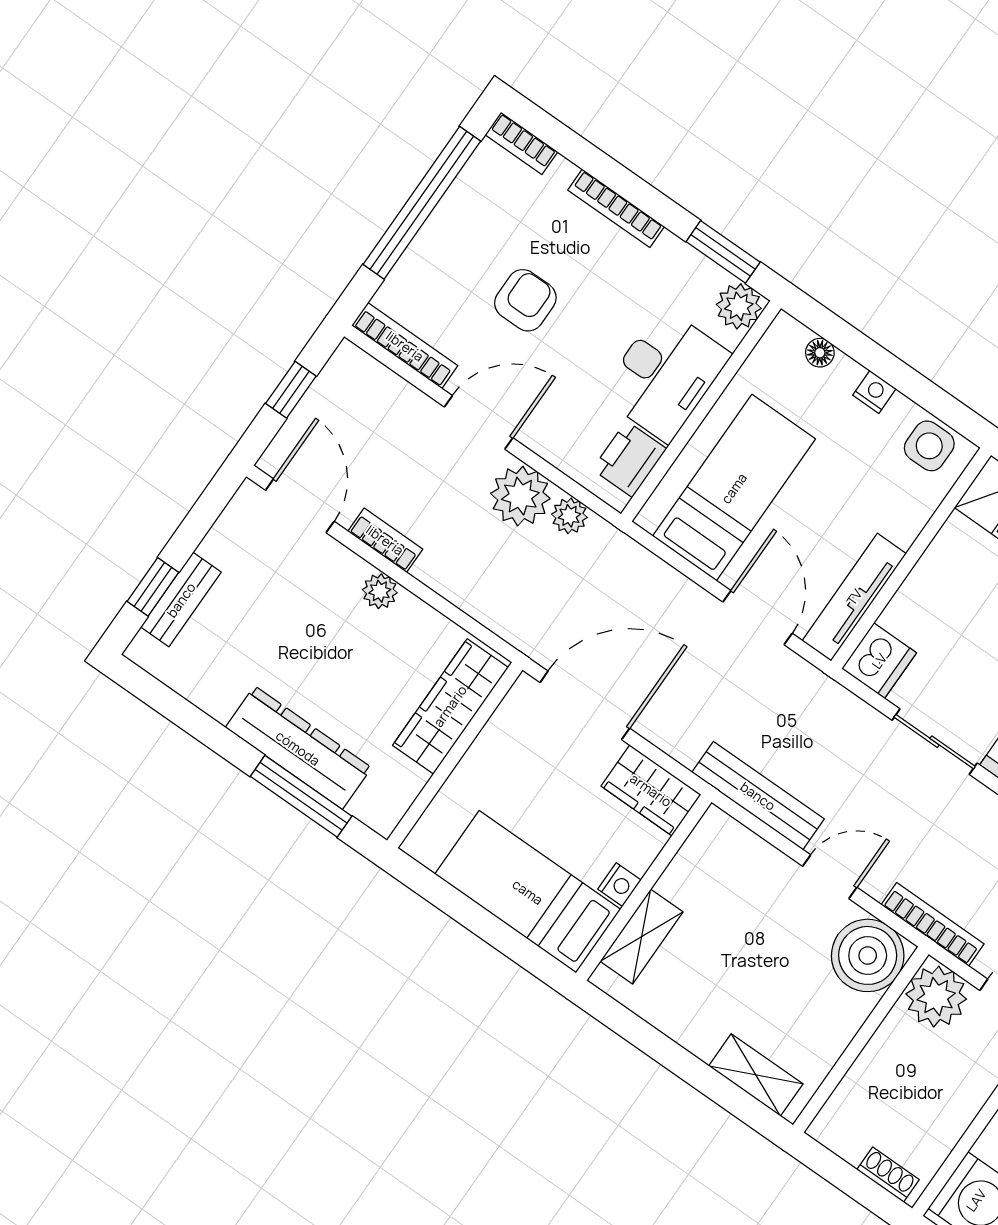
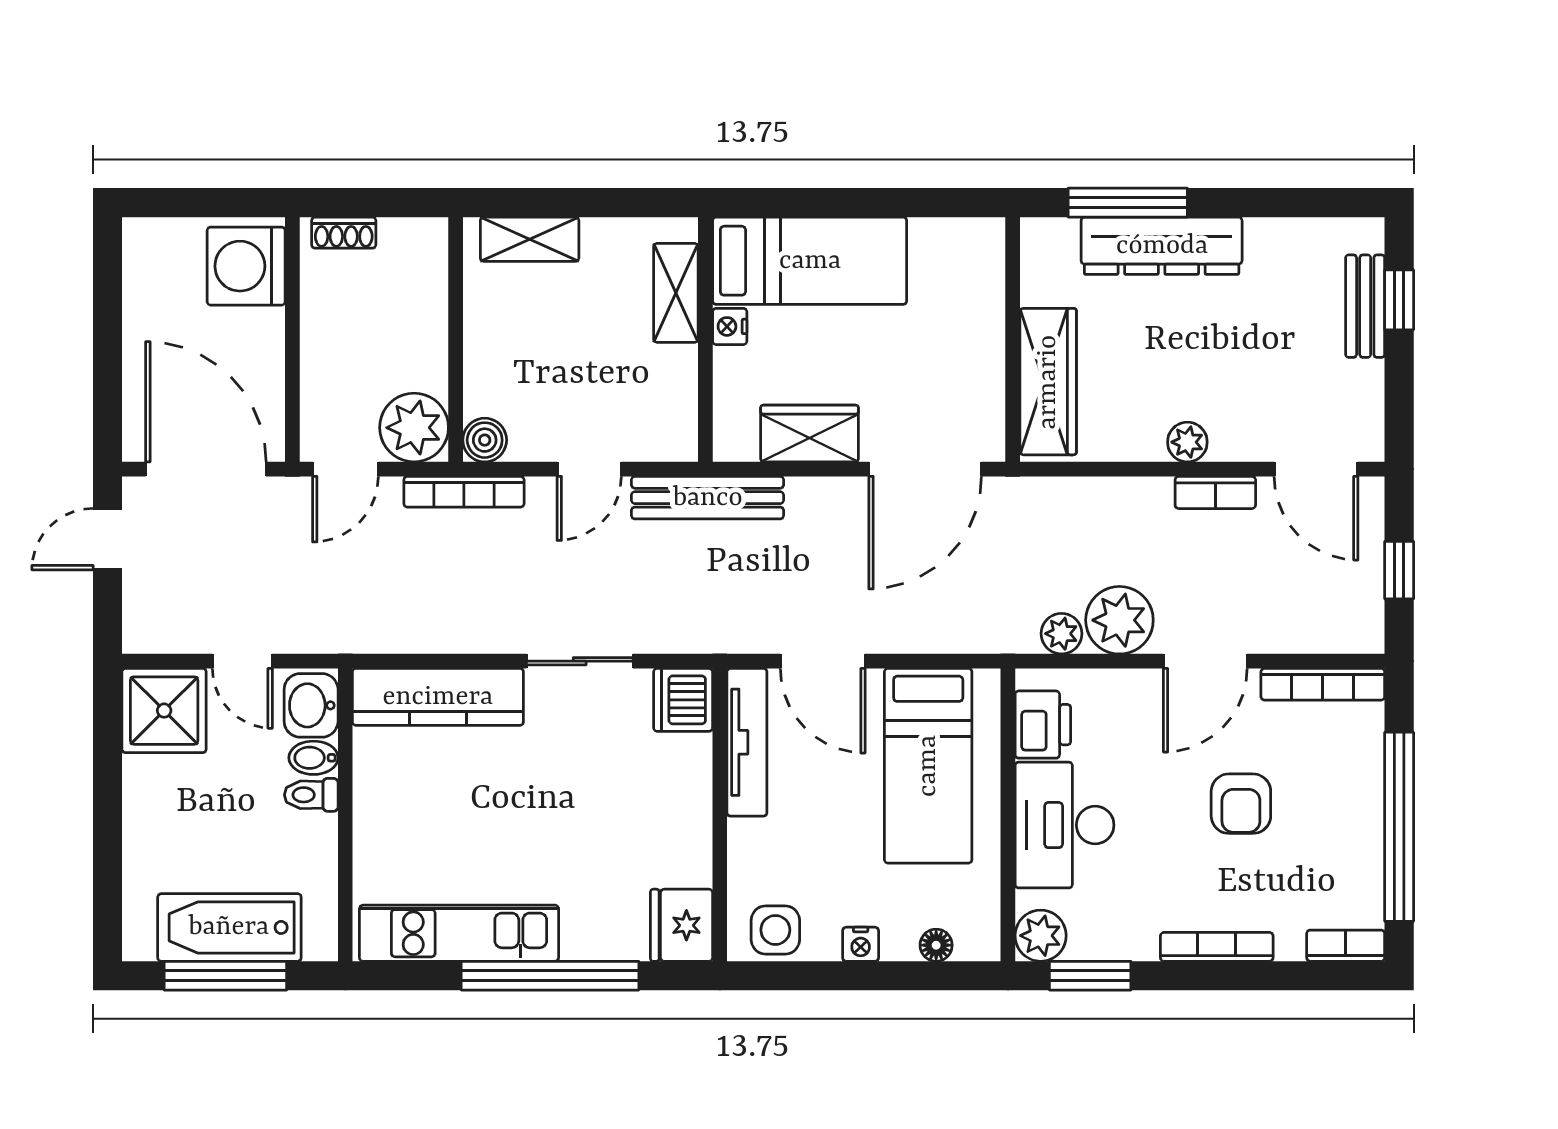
nightstand: (619, 885) -> (730, 326), moved
wall: (644, 888) -> (705, 339), moved
bed: (528, 892) -> (810, 261), moved
shelving: (642, 937) -> (676, 293), moved
boiler: (868, 955) -> (485, 440), width x0.54, depth x0.54

